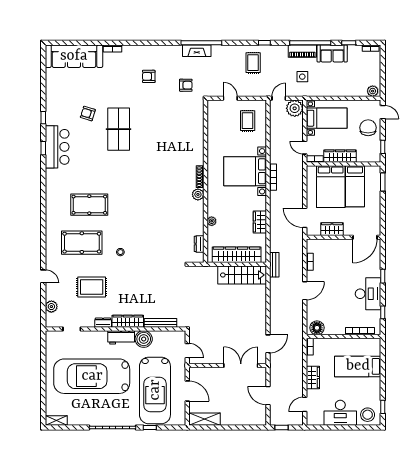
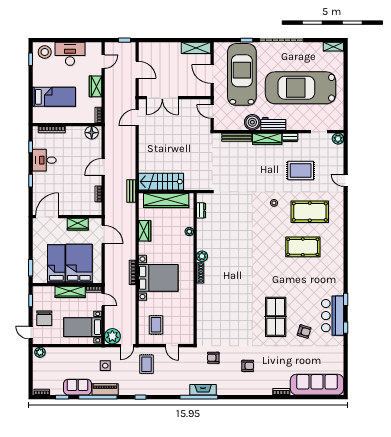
rug: (253, 63) -> (146, 364), moved
bar counter: (57, 147) -> (333, 316), moved
desk: (368, 294) -> (44, 160), width x0.73
plant: (51, 307) -> (338, 139), moved
car: (92, 376) -> (301, 88), turned 180

